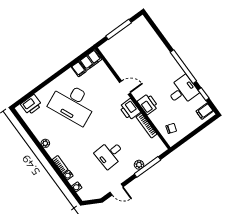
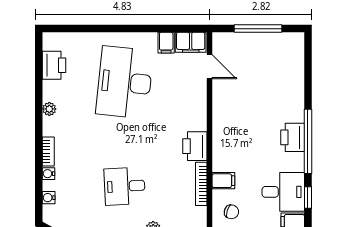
door: (125, 88) -> (210, 67), moved
desk: (182, 91) -> (283, 192), moved
desk: (73, 103) -> (125, 82), turned 30
printer: (148, 104) -> (293, 137), moved, turned 180
printer: (31, 105) -> (54, 65), moved, turned -90
filing cabinet: (156, 116) -> (223, 181), added

